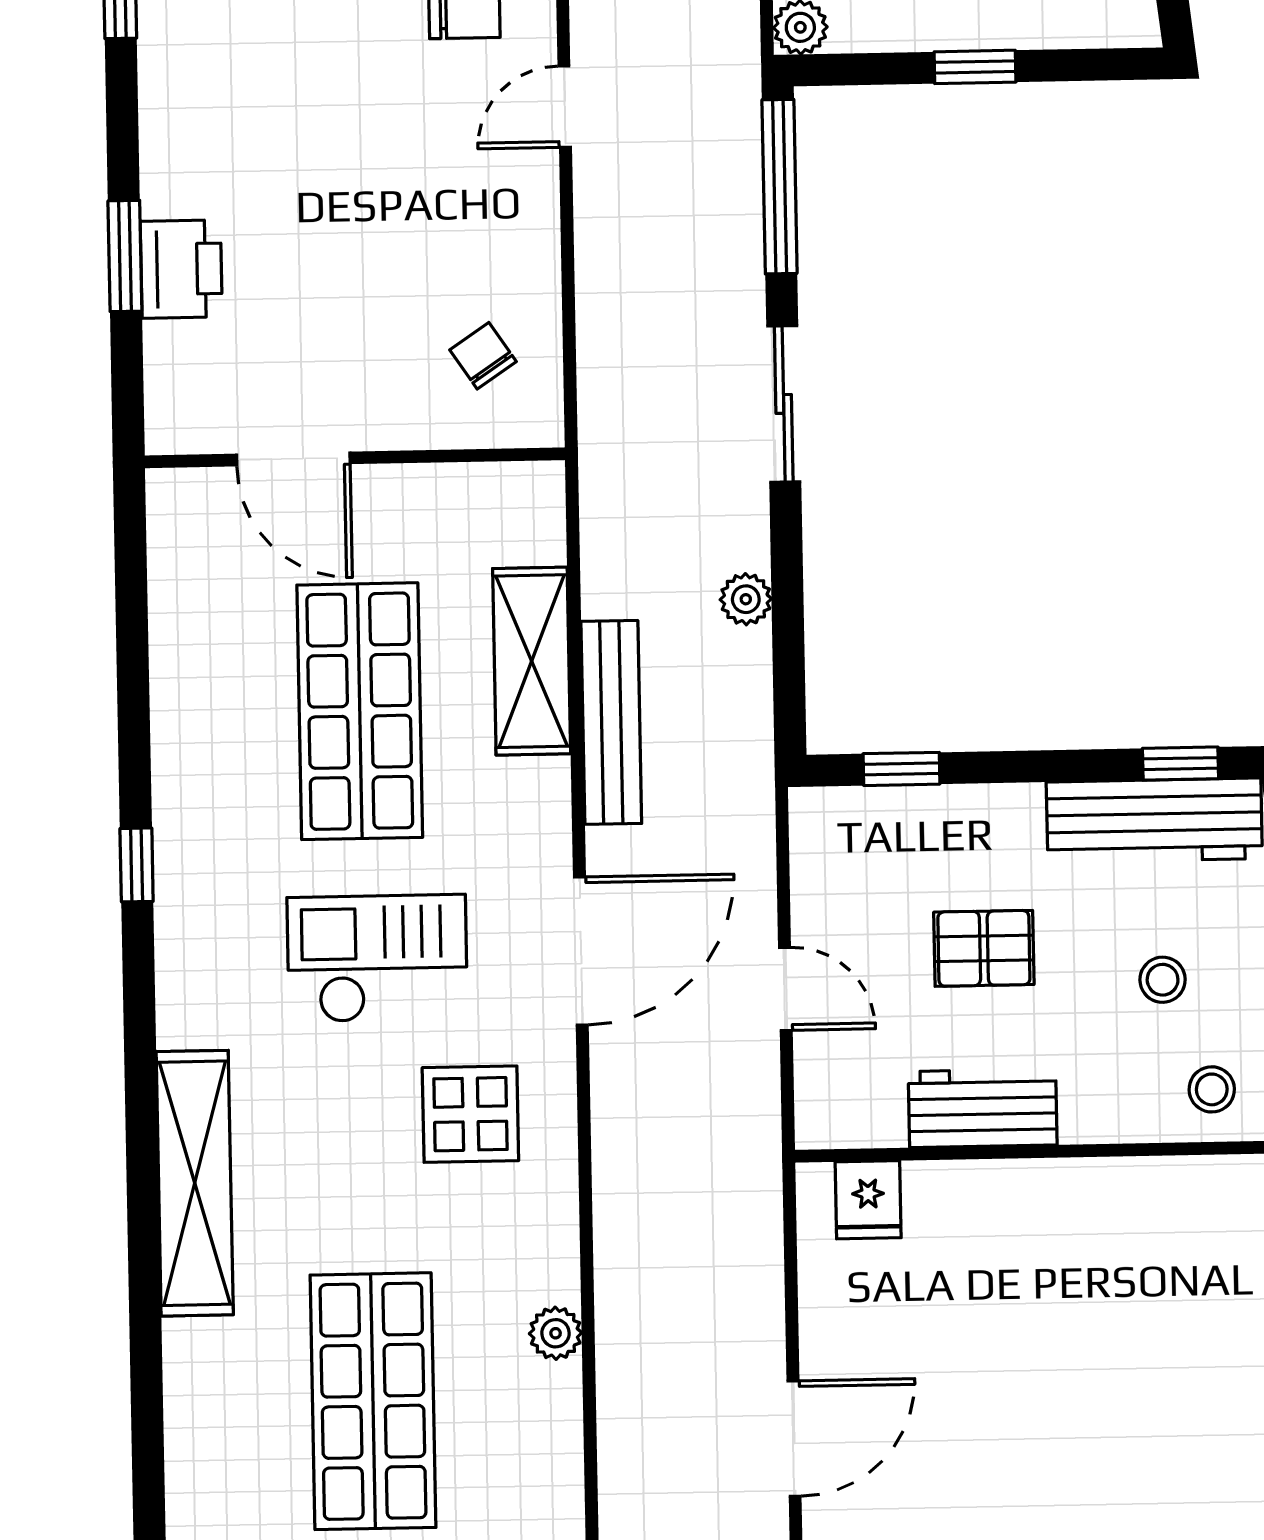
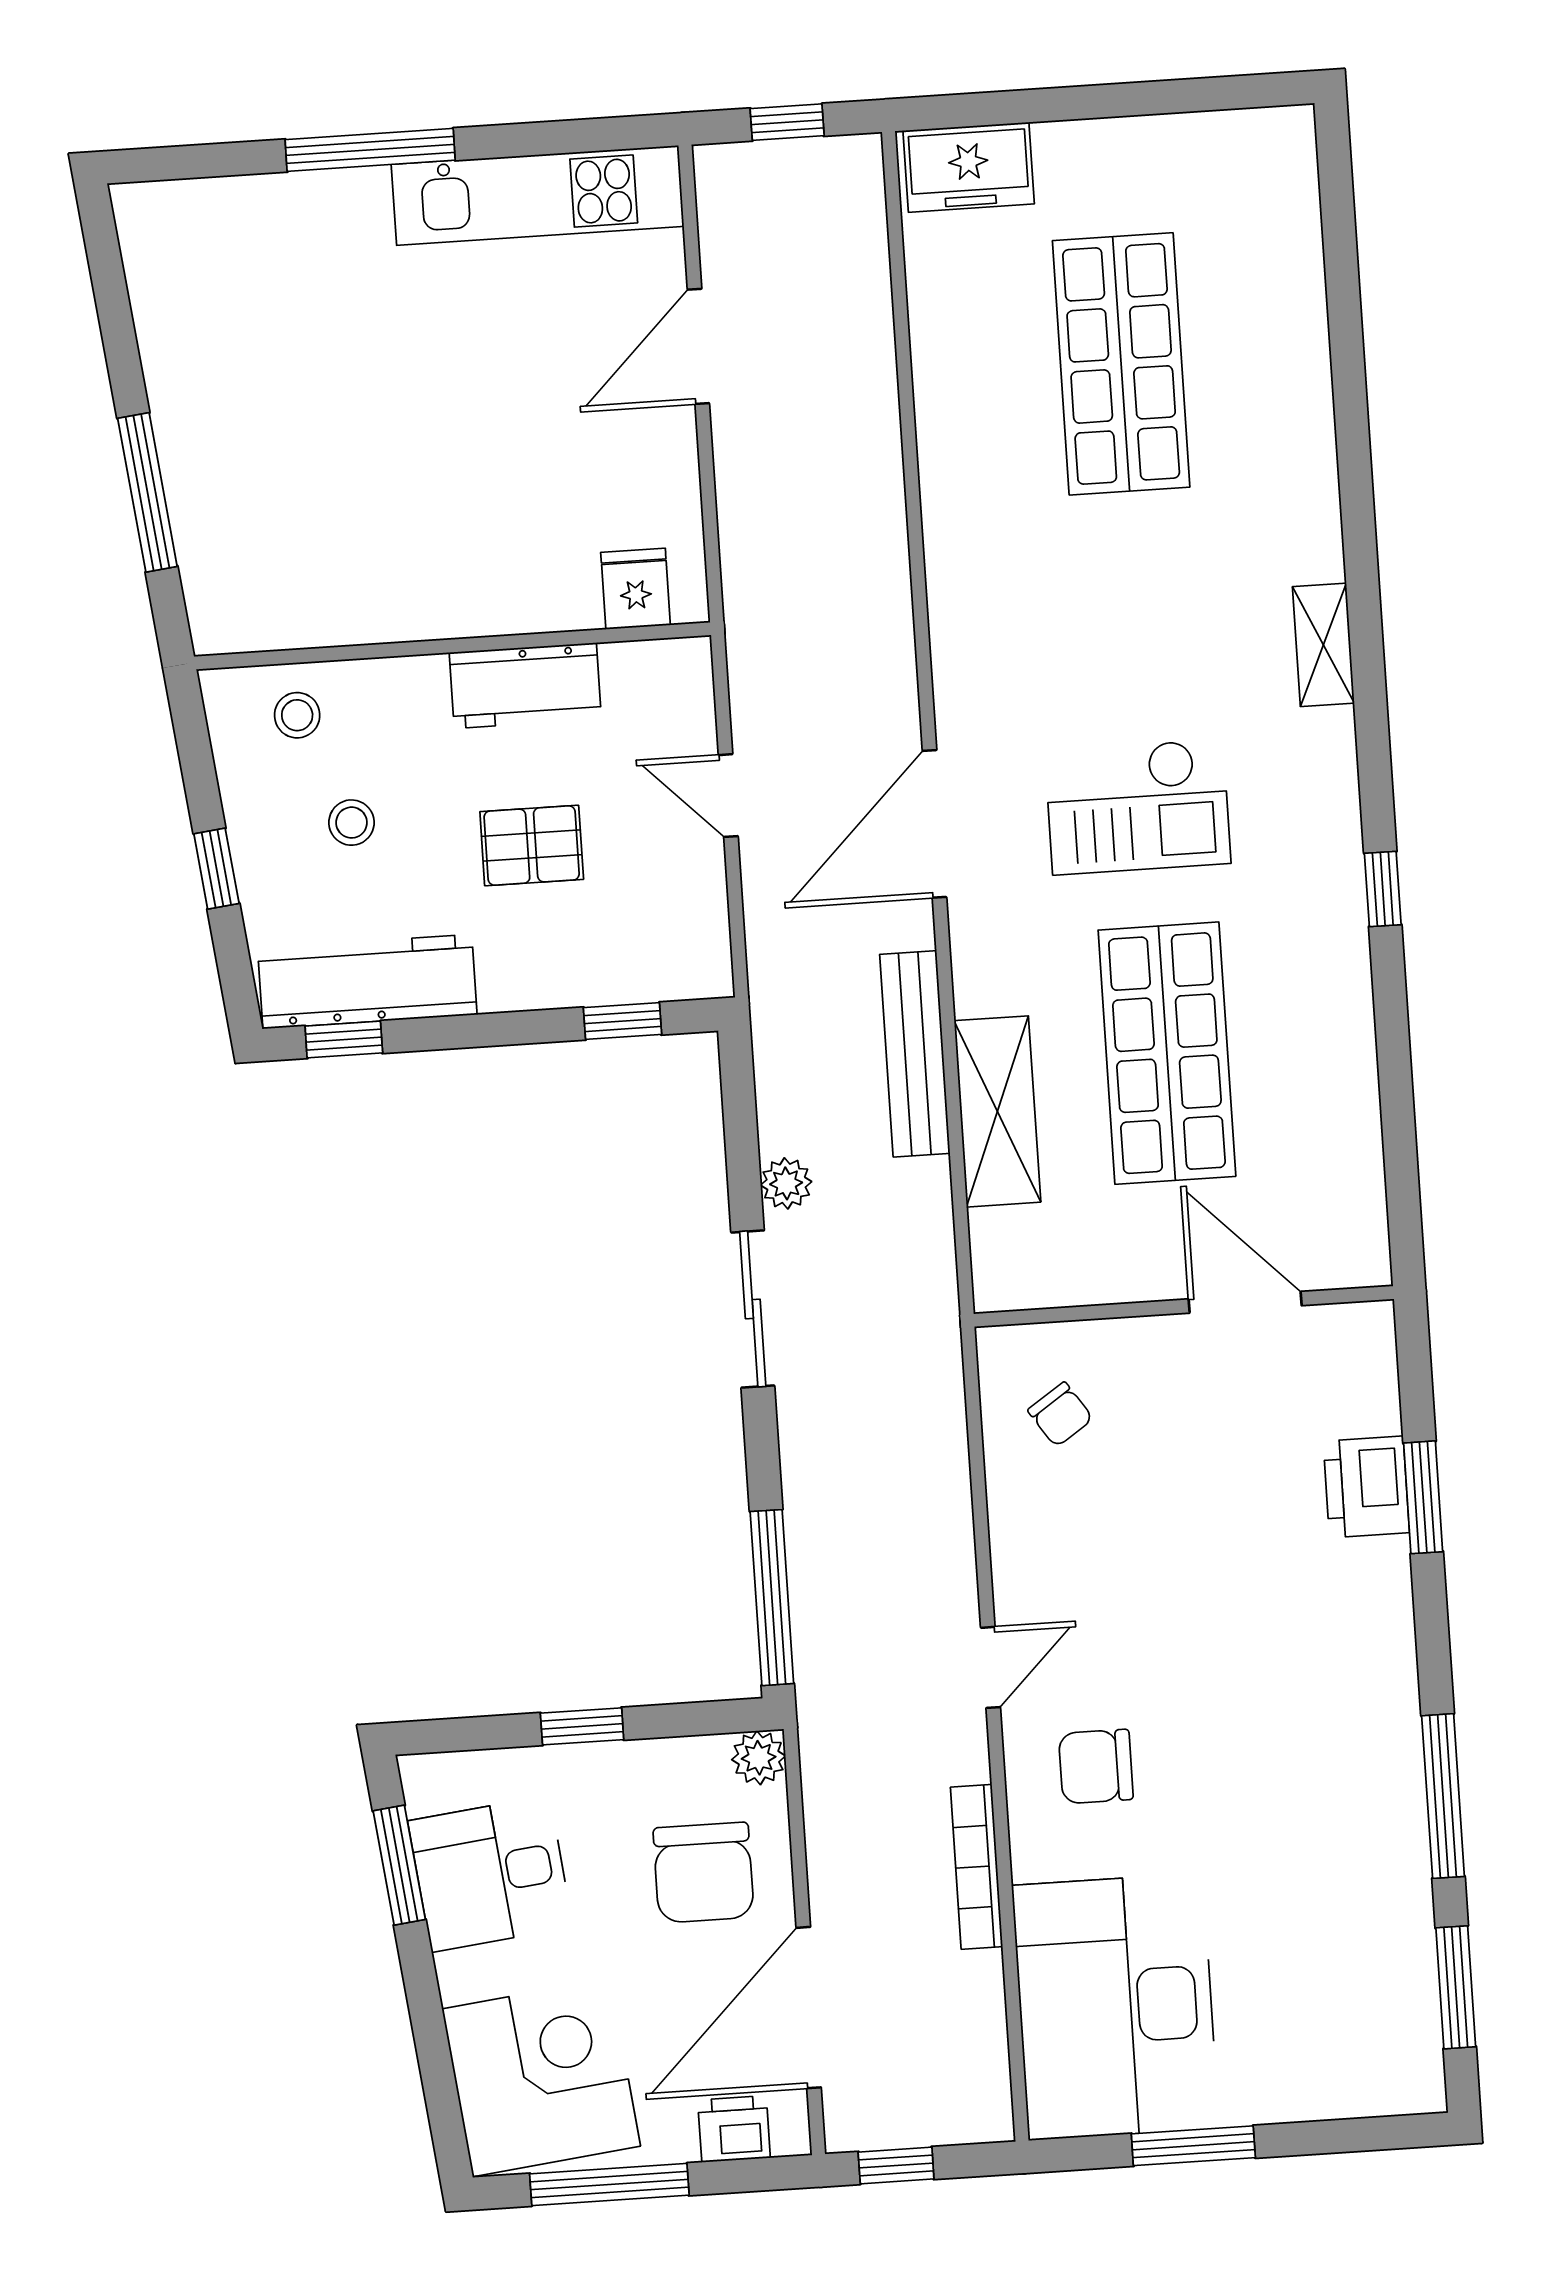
sliding door: (784, 404) -> (753, 1309), moved
display table: (470, 1114) -> (1037, 656), removed
shelving: (195, 1183) -> (1323, 645), width x0.45, depth x0.75
plant: (556, 1333) -> (942, 440), removed

